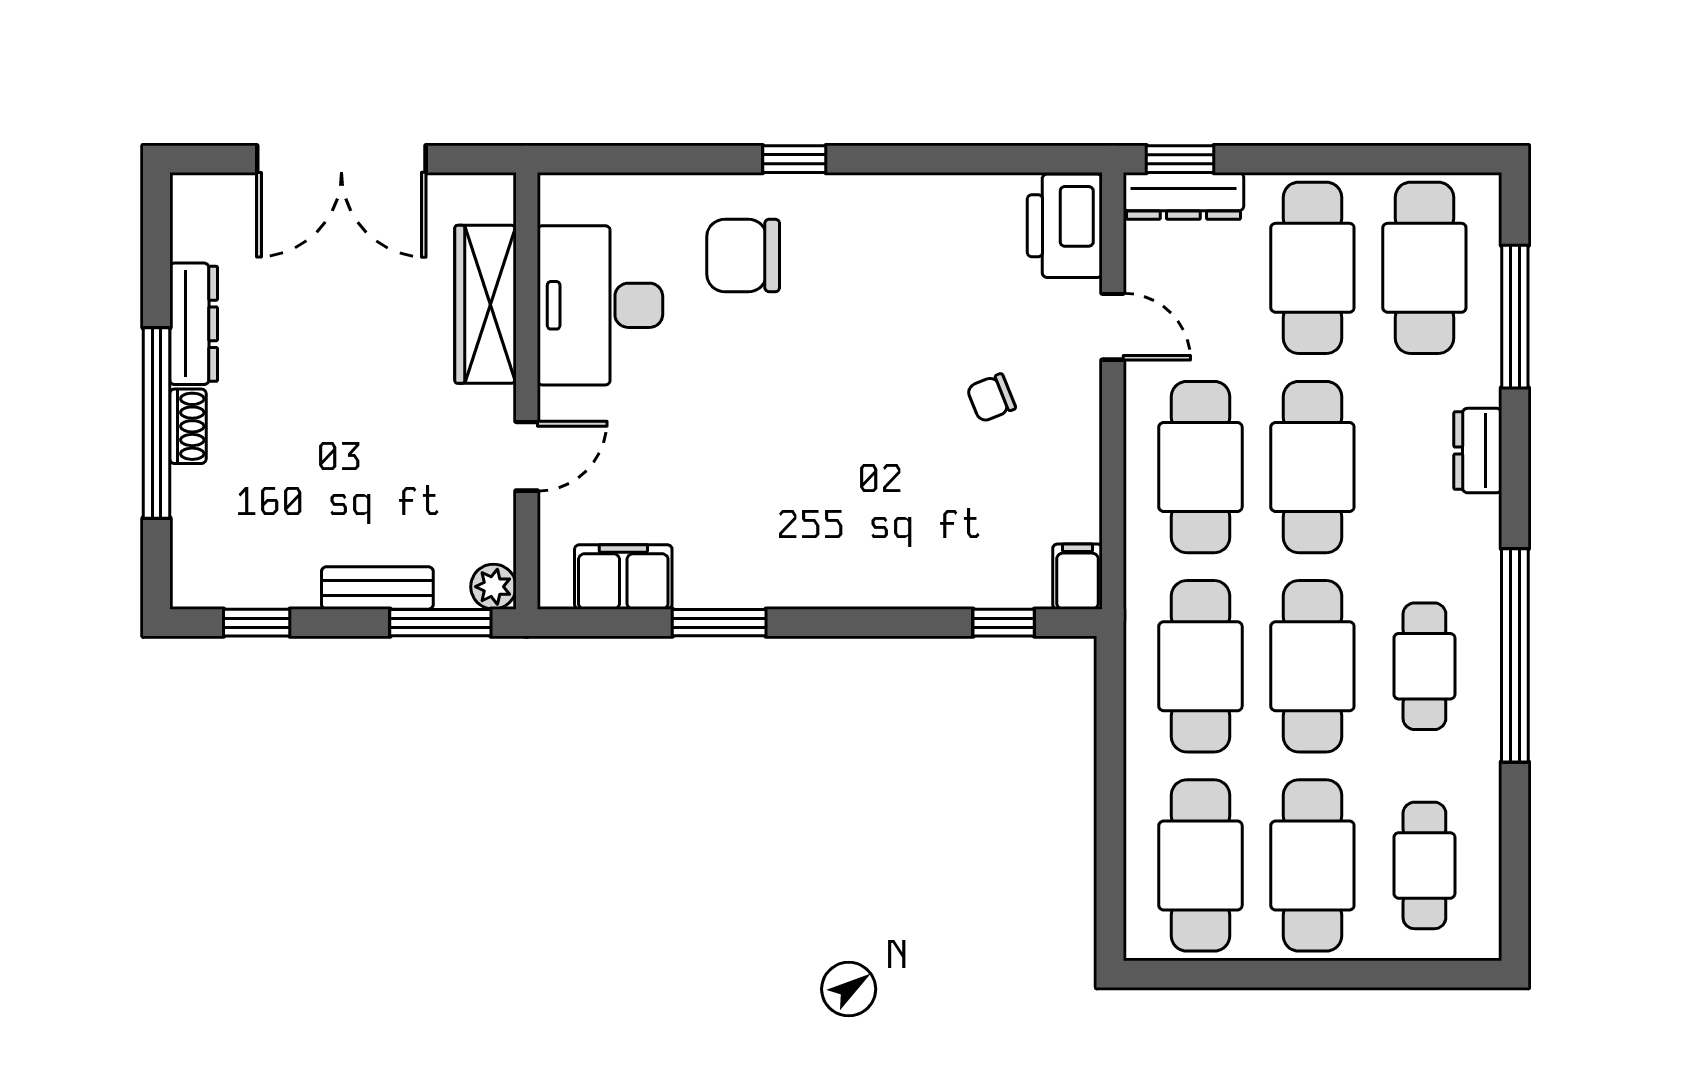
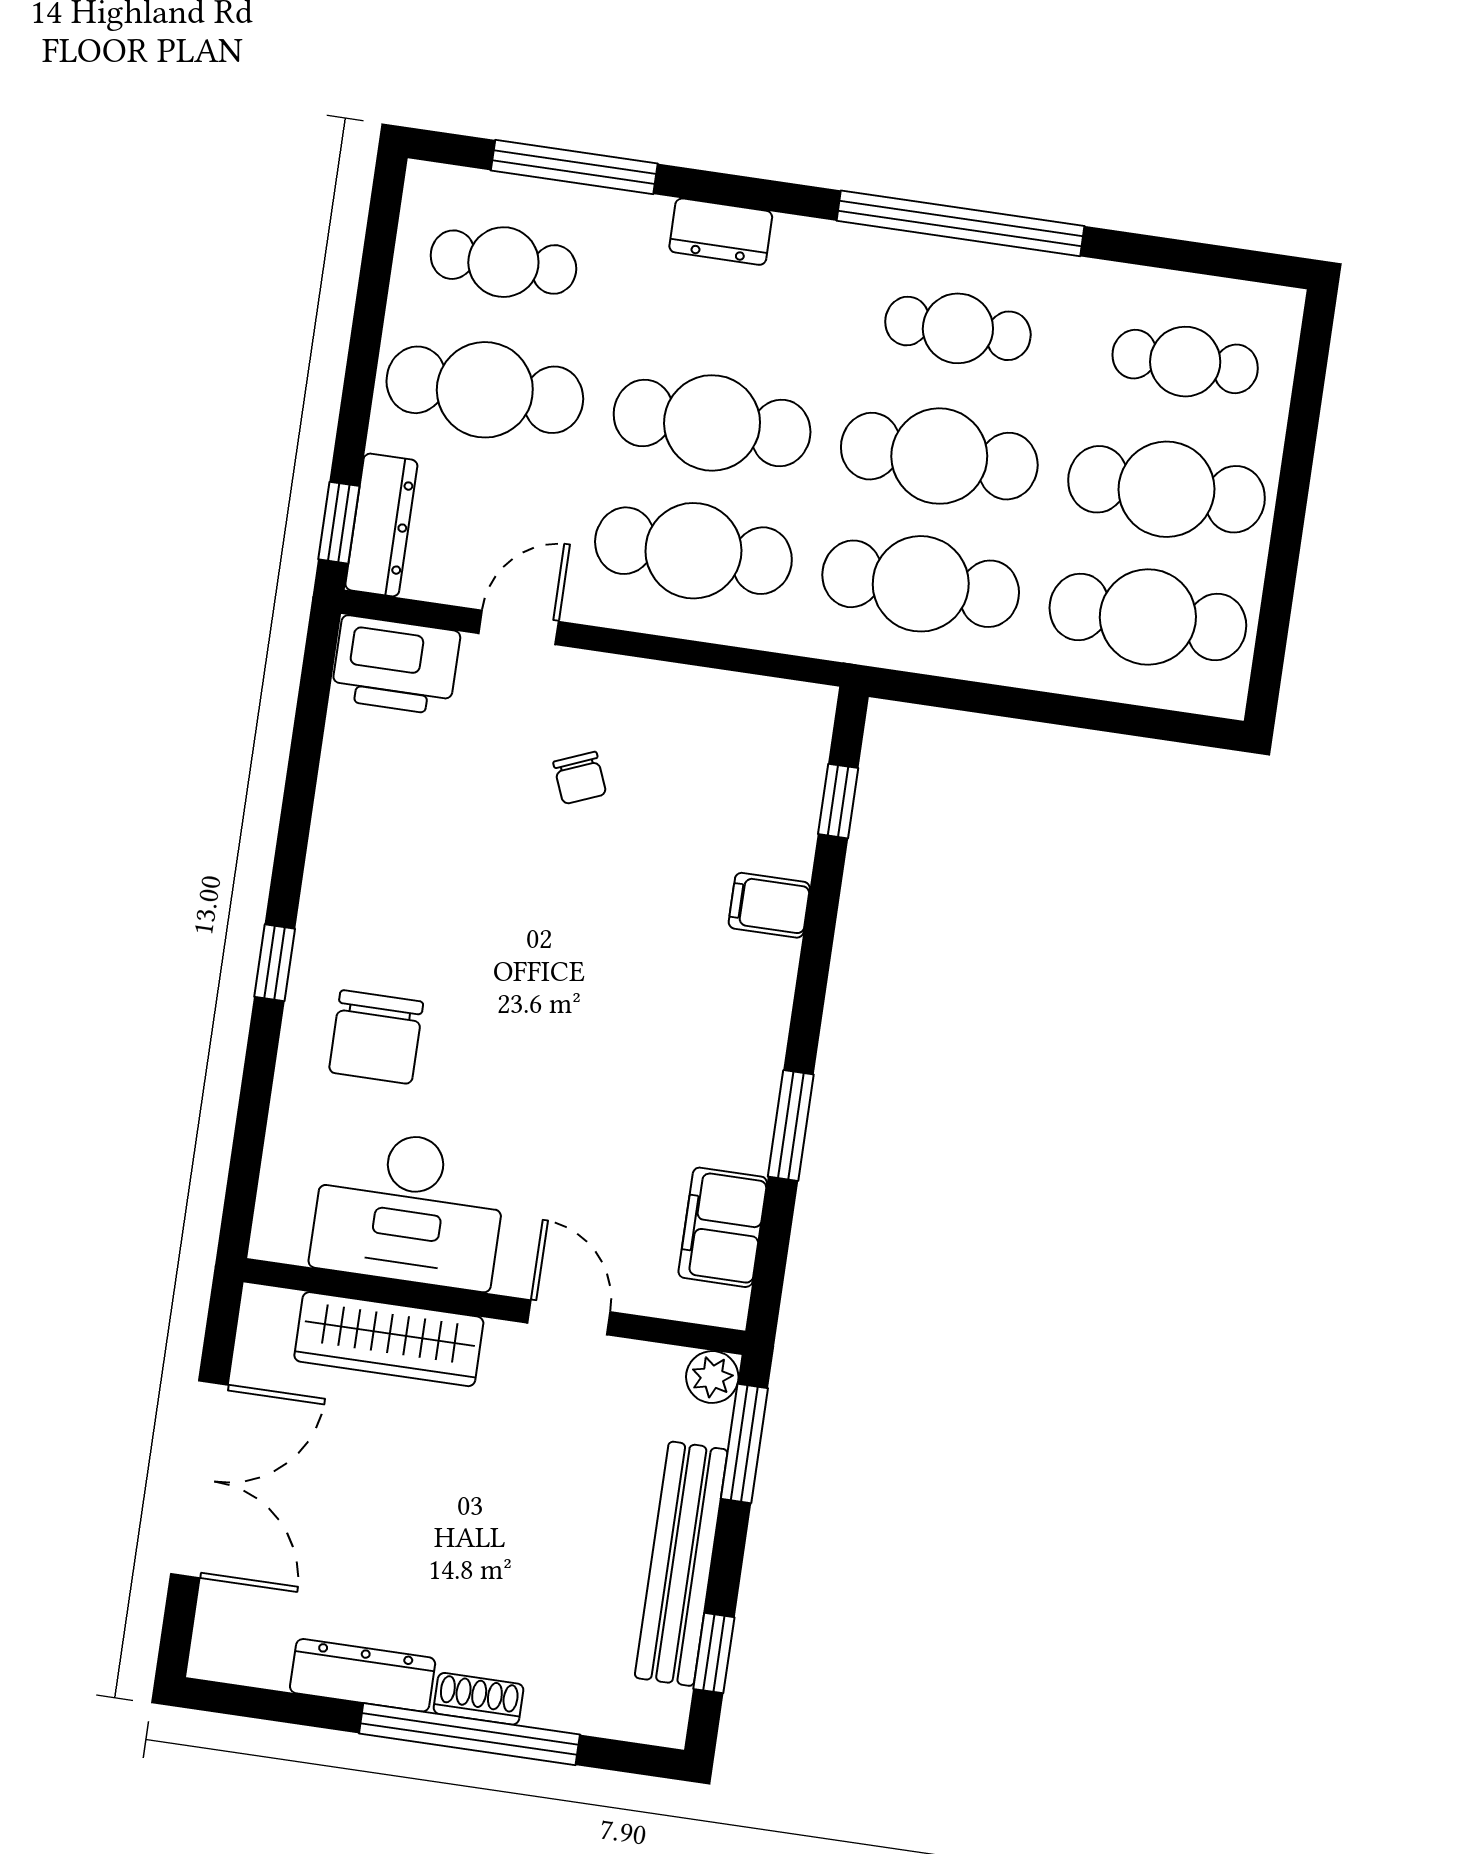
cafe table: (1424, 268) -> (503, 262), width x0.73, depth x0.74
filing cabinet: (1077, 577) -> (769, 905), moved
bench: (377, 588) -> (681, 1564), width x1.86, depth x1.21

